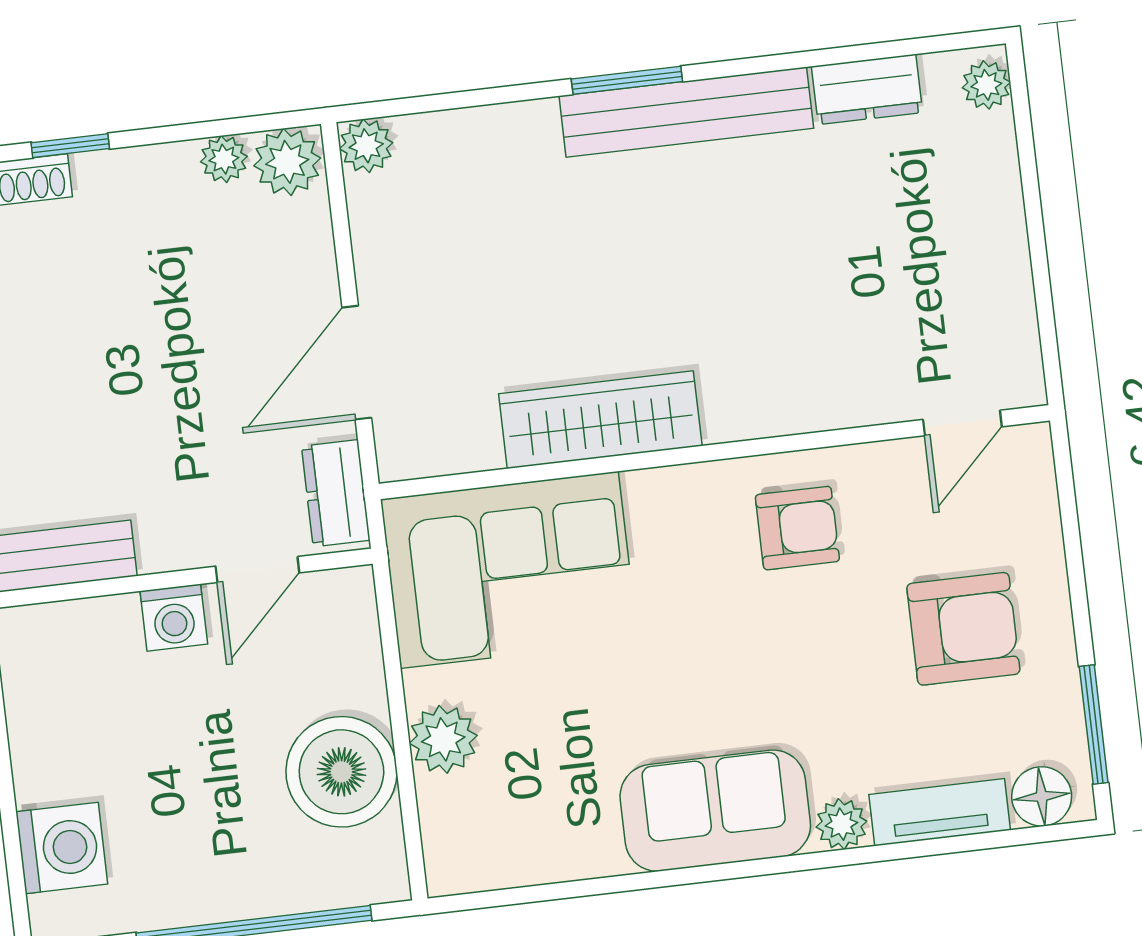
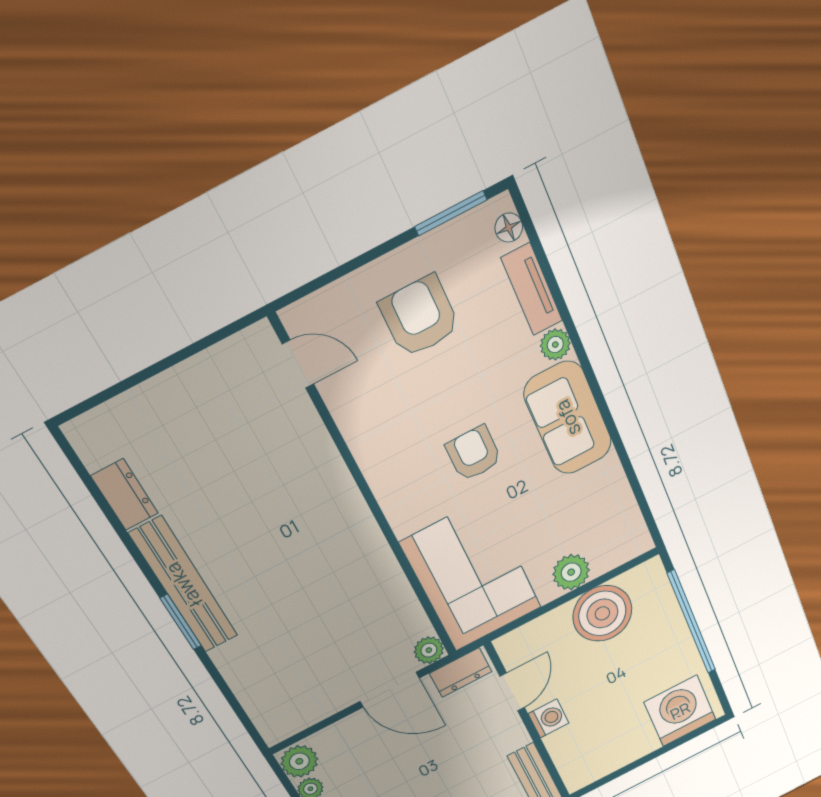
plant: (986, 85) -> (89, 428), removed
plant: (366, 146) -> (429, 650), moved
wardrobe: (600, 420) -> (374, 562), removed
armchair: (797, 528) -> (474, 453), moved
door: (257, 570) -> (512, 692), hinge flipped
floor lamp: (1042, 796) -> (509, 227), width x0.73, depth x0.73
washing machine: (62, 848) -> (680, 711), width x1.37, depth x1.37

